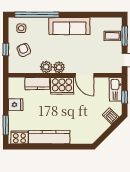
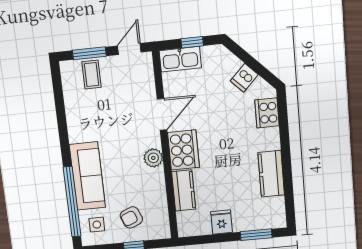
sofa: (69, 26) -> (87, 176), moved
plant: (46, 67) -> (155, 179), removed
dishwasher: (111, 116) -> (244, 78), moved
cooker: (19, 137) -> (267, 113), moved
kitchen counter: (49, 137) -> (271, 174), width x0.67

